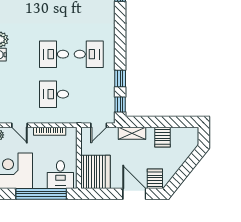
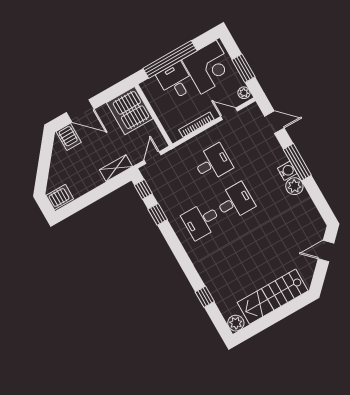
server rack: (162, 137) -> (60, 197), moved, turned 90
desk: (60, 175) -> (176, 81), moved

